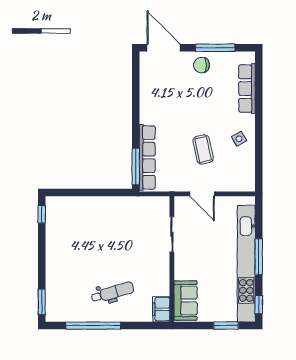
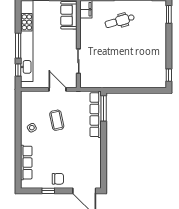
window: (215, 48) -> (48, 191), width x0.46
window: (259, 305) -> (18, 70), moved

